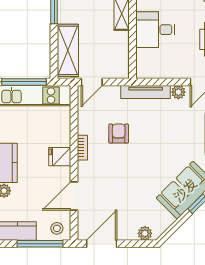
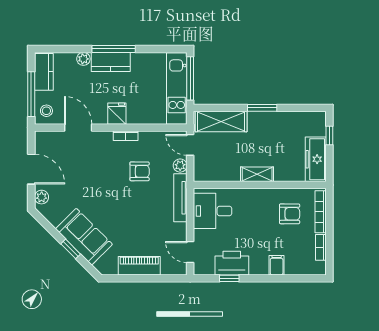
desk: (155, 30) -> (213, 211), moved, turned -90
plant: (178, 92) -> (180, 166), moved
door: (102, 244) -> (31, 169), moved

